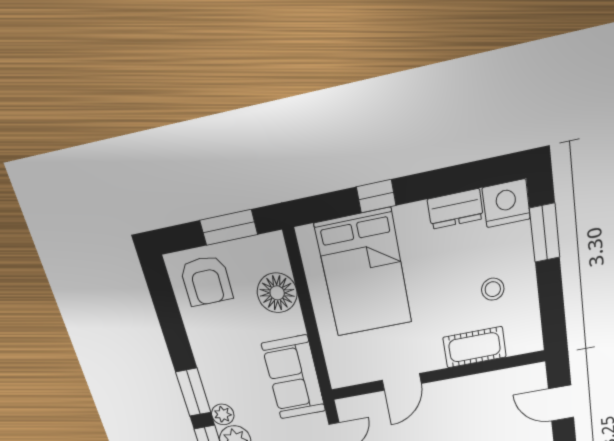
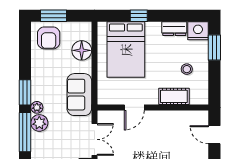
window: (229, 227) -> (53, 16), moved

